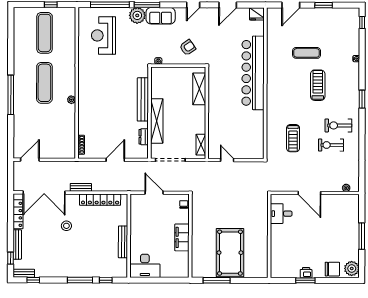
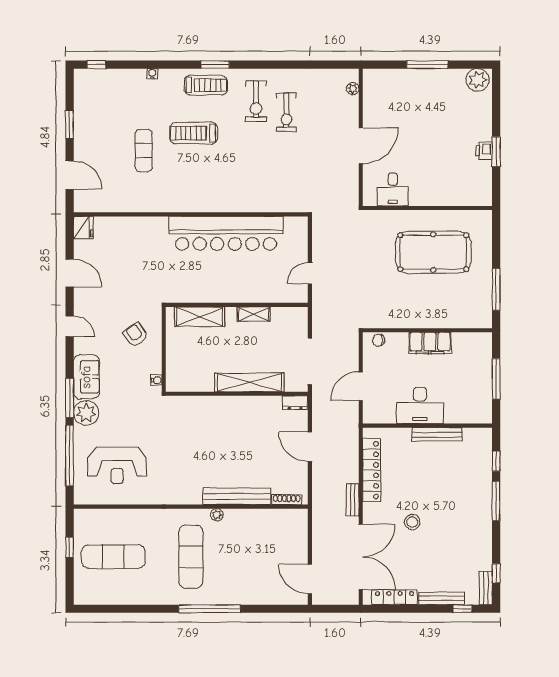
bar counter: (253, 73) -> (226, 233), moved
exercise mat: (44, 83) -> (191, 557), turned 90
bench: (143, 99) -> (237, 496), moved
dresser: (144, 137) -> (295, 403), moved
treadmill: (293, 138) -> (206, 85), moved
shelving: (201, 145) -> (254, 314), moved
pool table: (230, 253) -> (433, 252), moved
desk: (145, 266) -> (420, 405), moved, turned 90
chair: (332, 269) -> (478, 110), removed
window: (159, 280) -> (496, 379), added

